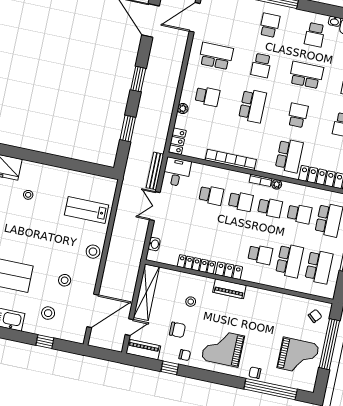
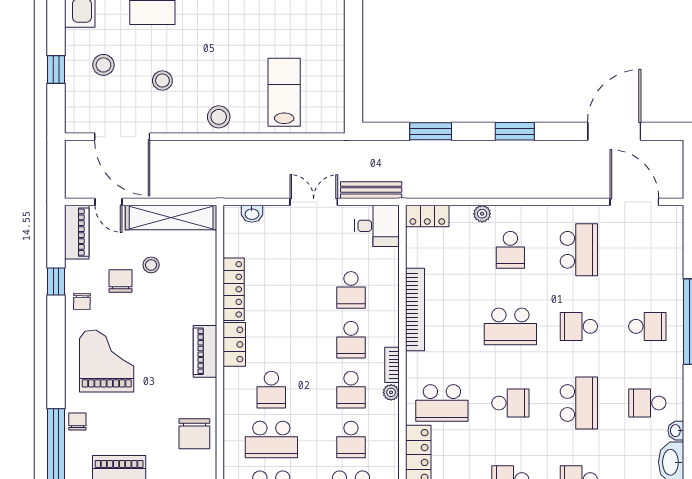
stool: (191, 302) -> (151, 265), moved
chair: (277, 305) -> (194, 434), added
chair: (177, 330) -> (121, 281), turned 180

